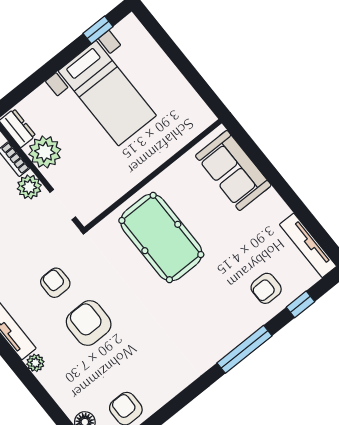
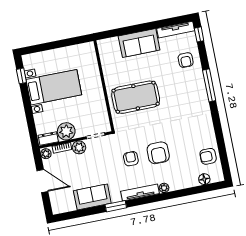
sofa: (233, 170) -> (139, 43), moved
armchair: (55, 283) -> (131, 159), turned 90
window: (300, 304) -> (199, 34), moved
armchair: (89, 323) -> (158, 153), turned -90

